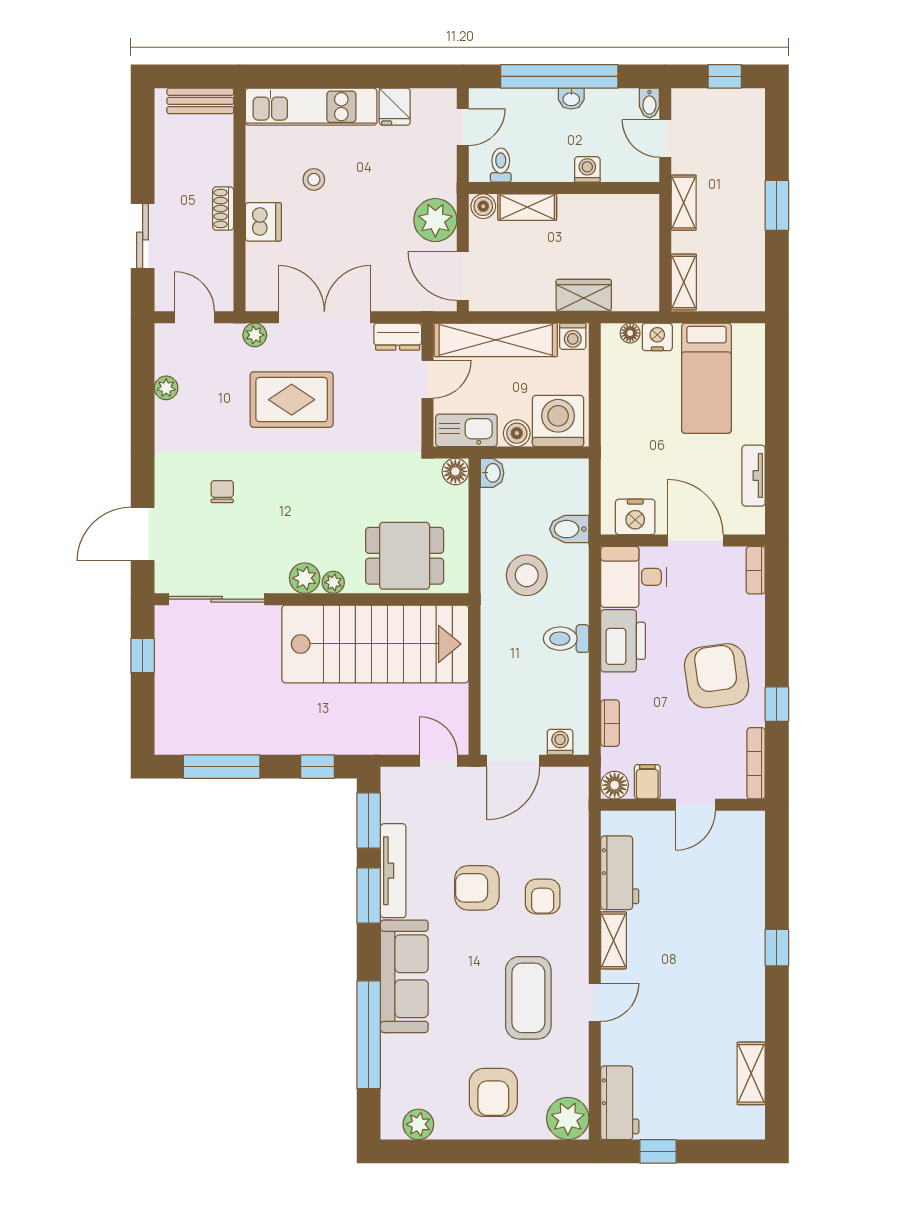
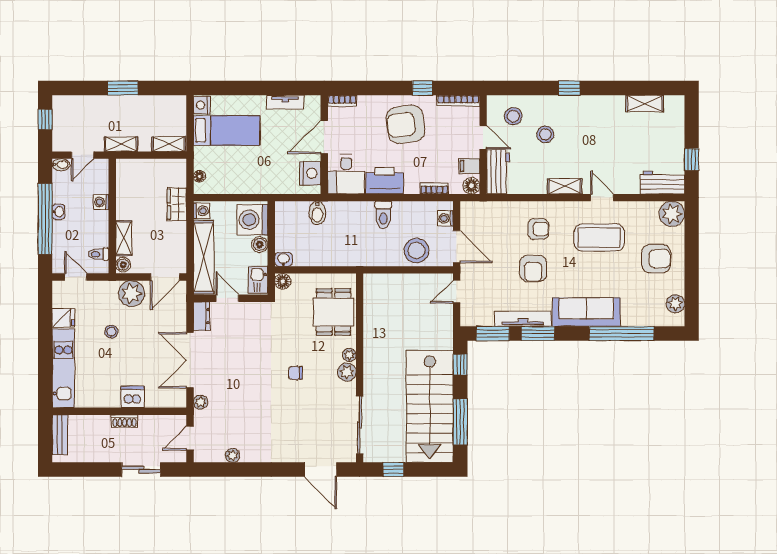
stool: (314, 179) -> (111, 332), moved
nightstand: (657, 337) -> (202, 105), moved
rug: (292, 400) -> (239, 380), removed
kitchen sink: (466, 430) -> (258, 280), width x0.73
chair: (222, 492) -> (296, 373), moved
stool: (527, 575) -> (416, 251), moved
stairs: (375, 644) -> (430, 406), moved, turned 180
stool: (730, 855) -> (513, 116), added
workbench: (620, 873) -> (498, 172), moved, turned 90
stool: (700, 908) -> (545, 134), added

